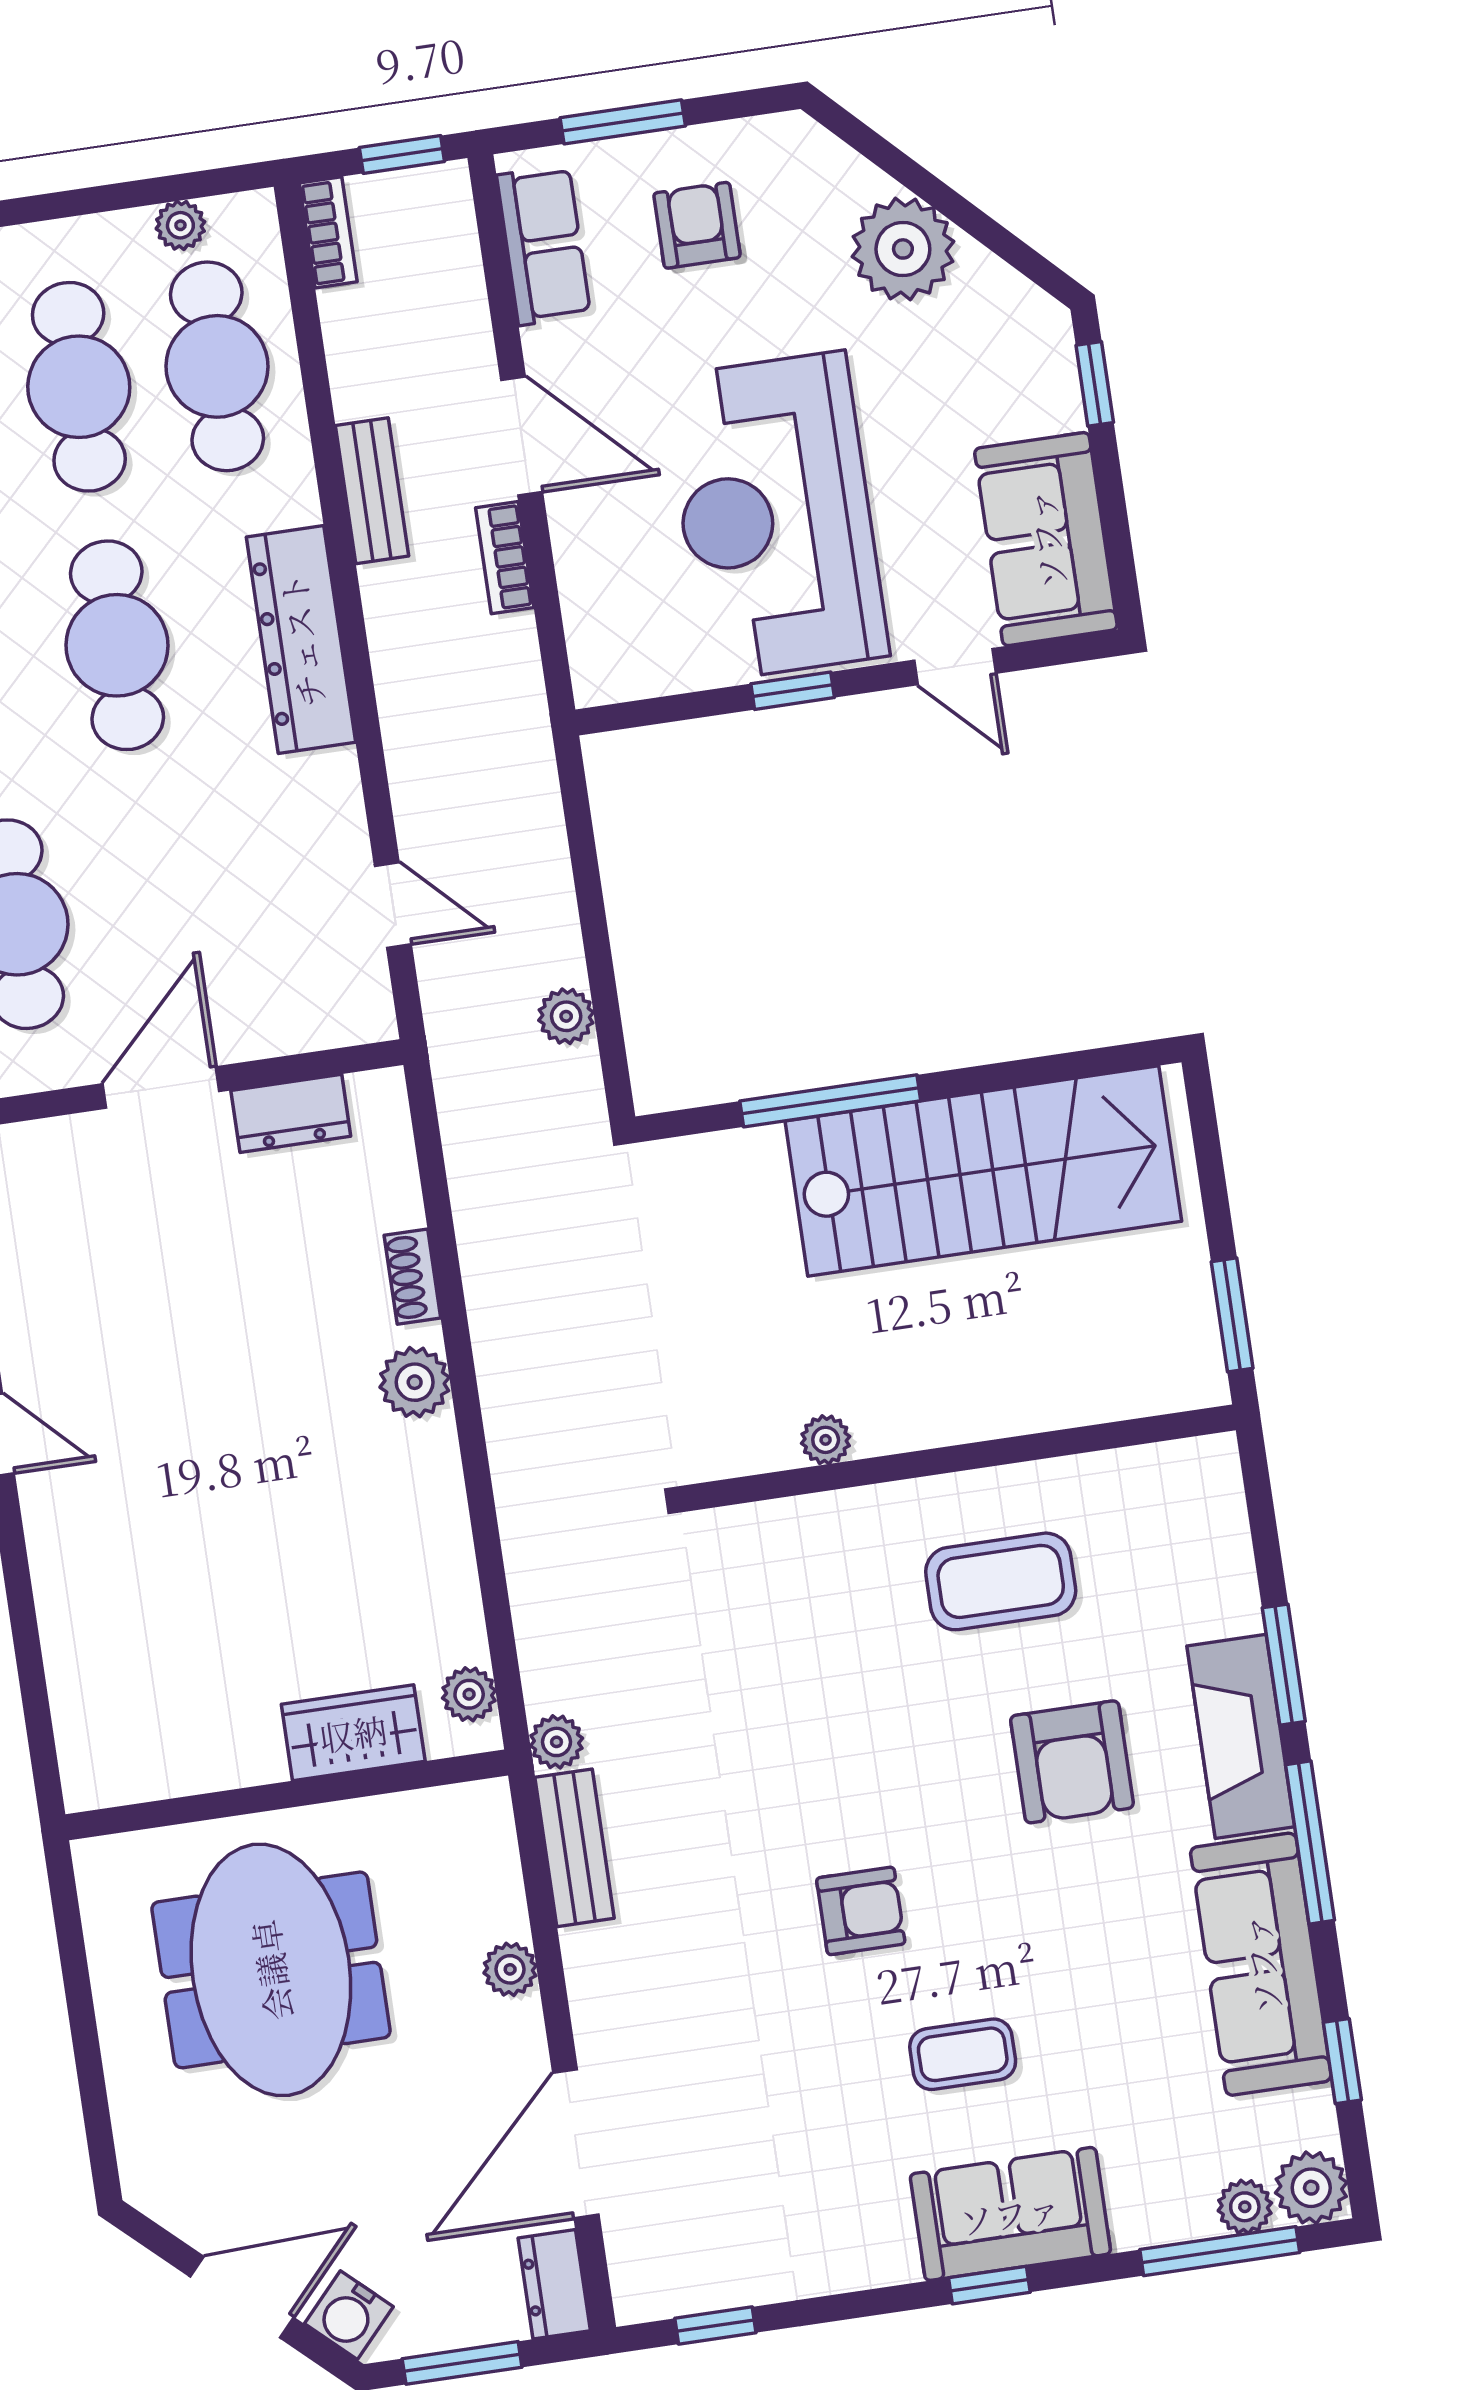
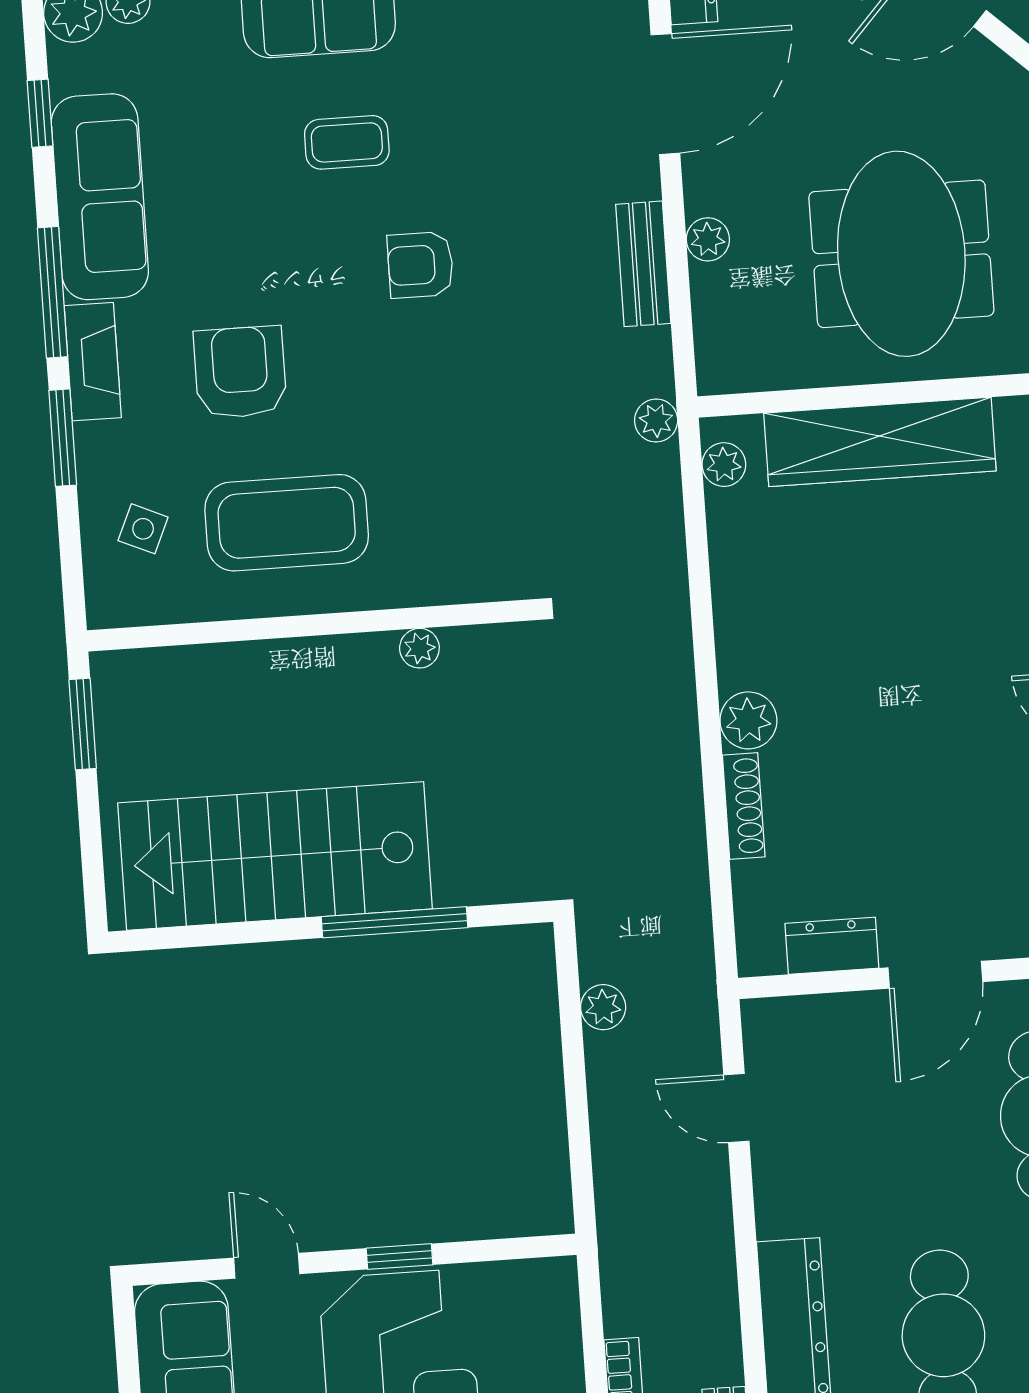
shoe rack: (412, 1277) -> (744, 806), width x1.43
side table: (1176, 1560) -> (143, 529), added
coffee table: (1001, 1581) -> (287, 523), width x1.36, depth x1.32
wardrobe: (353, 1733) -> (880, 442), width x2.10, depth x1.17
fireplace: (1241, 1736) -> (93, 362), width x0.73, depth x0.76
bench: (575, 1848) -> (643, 264), moved

